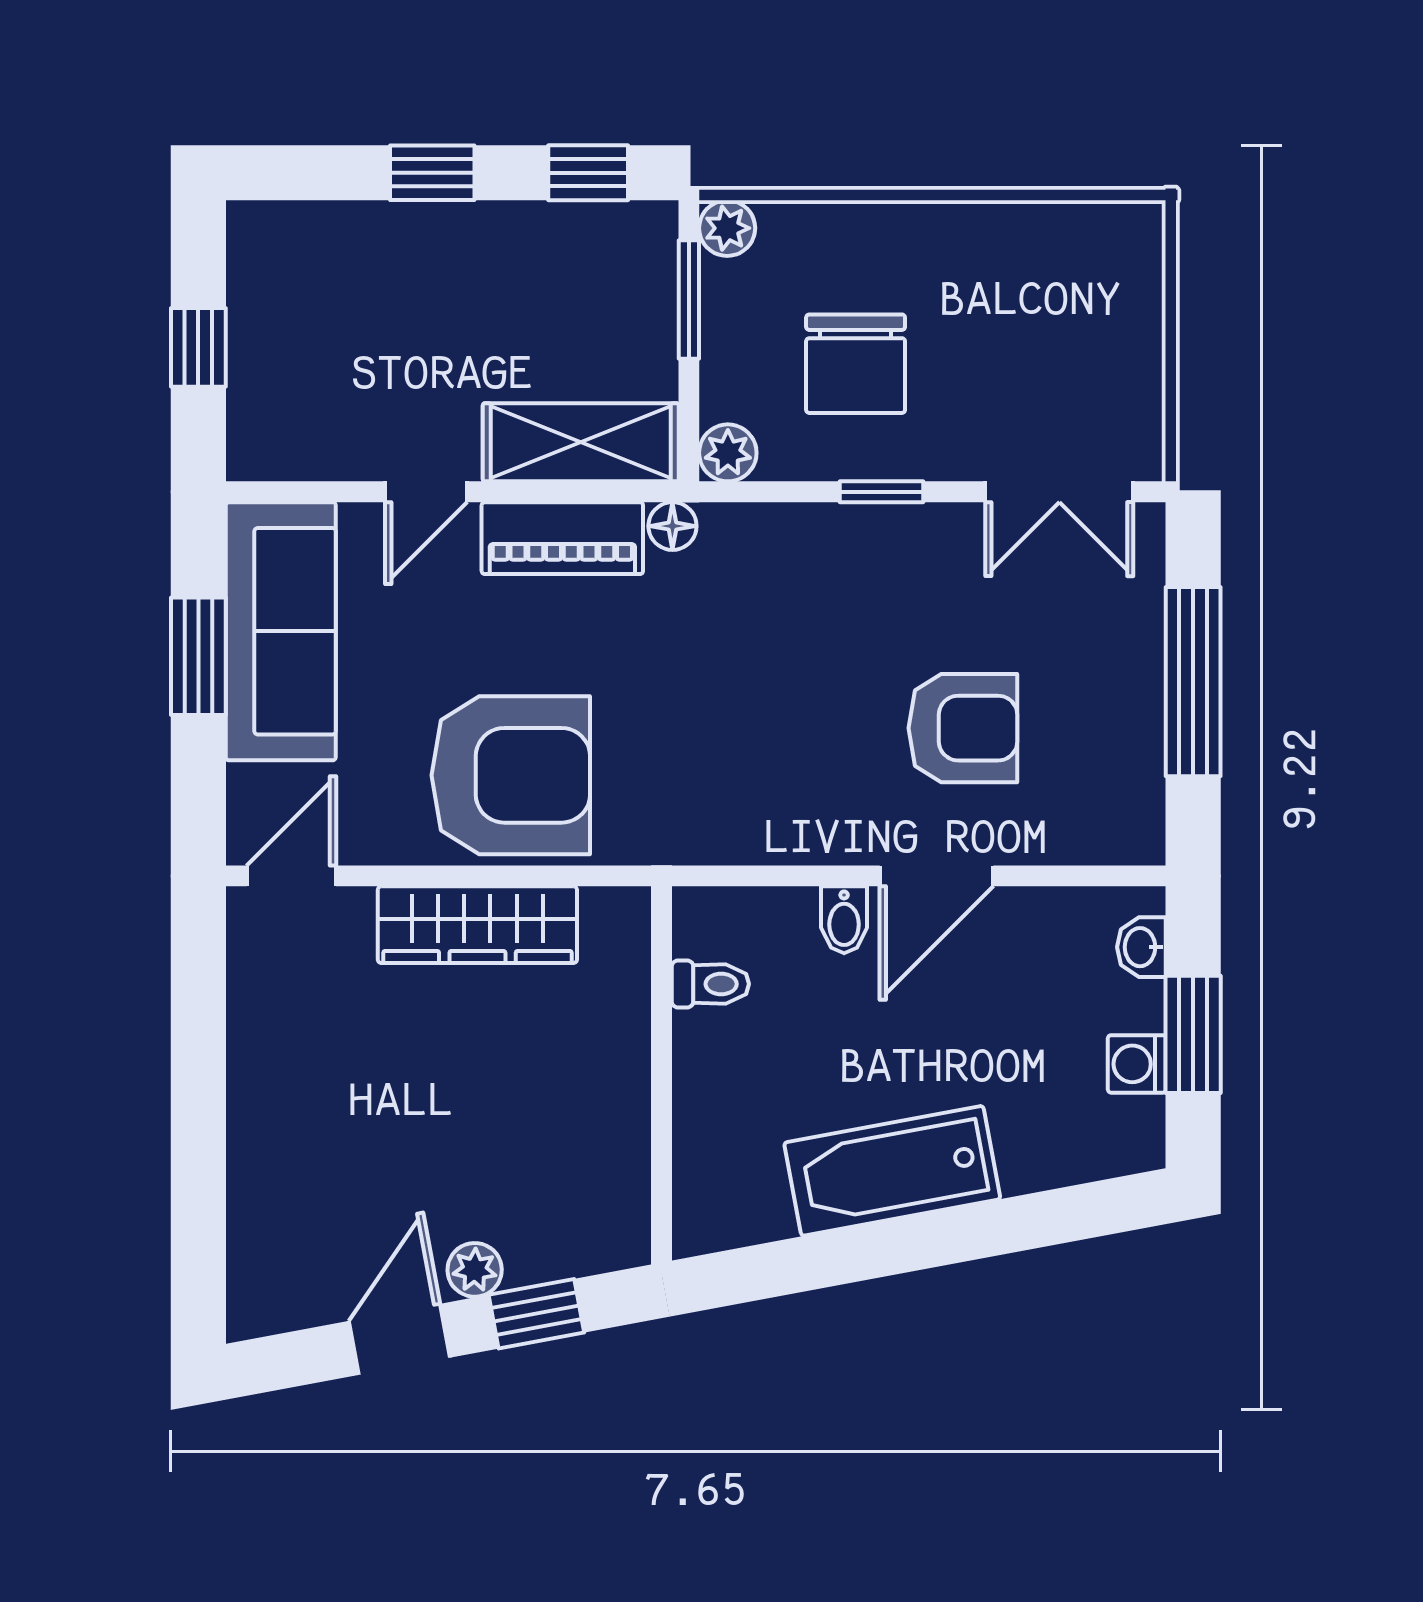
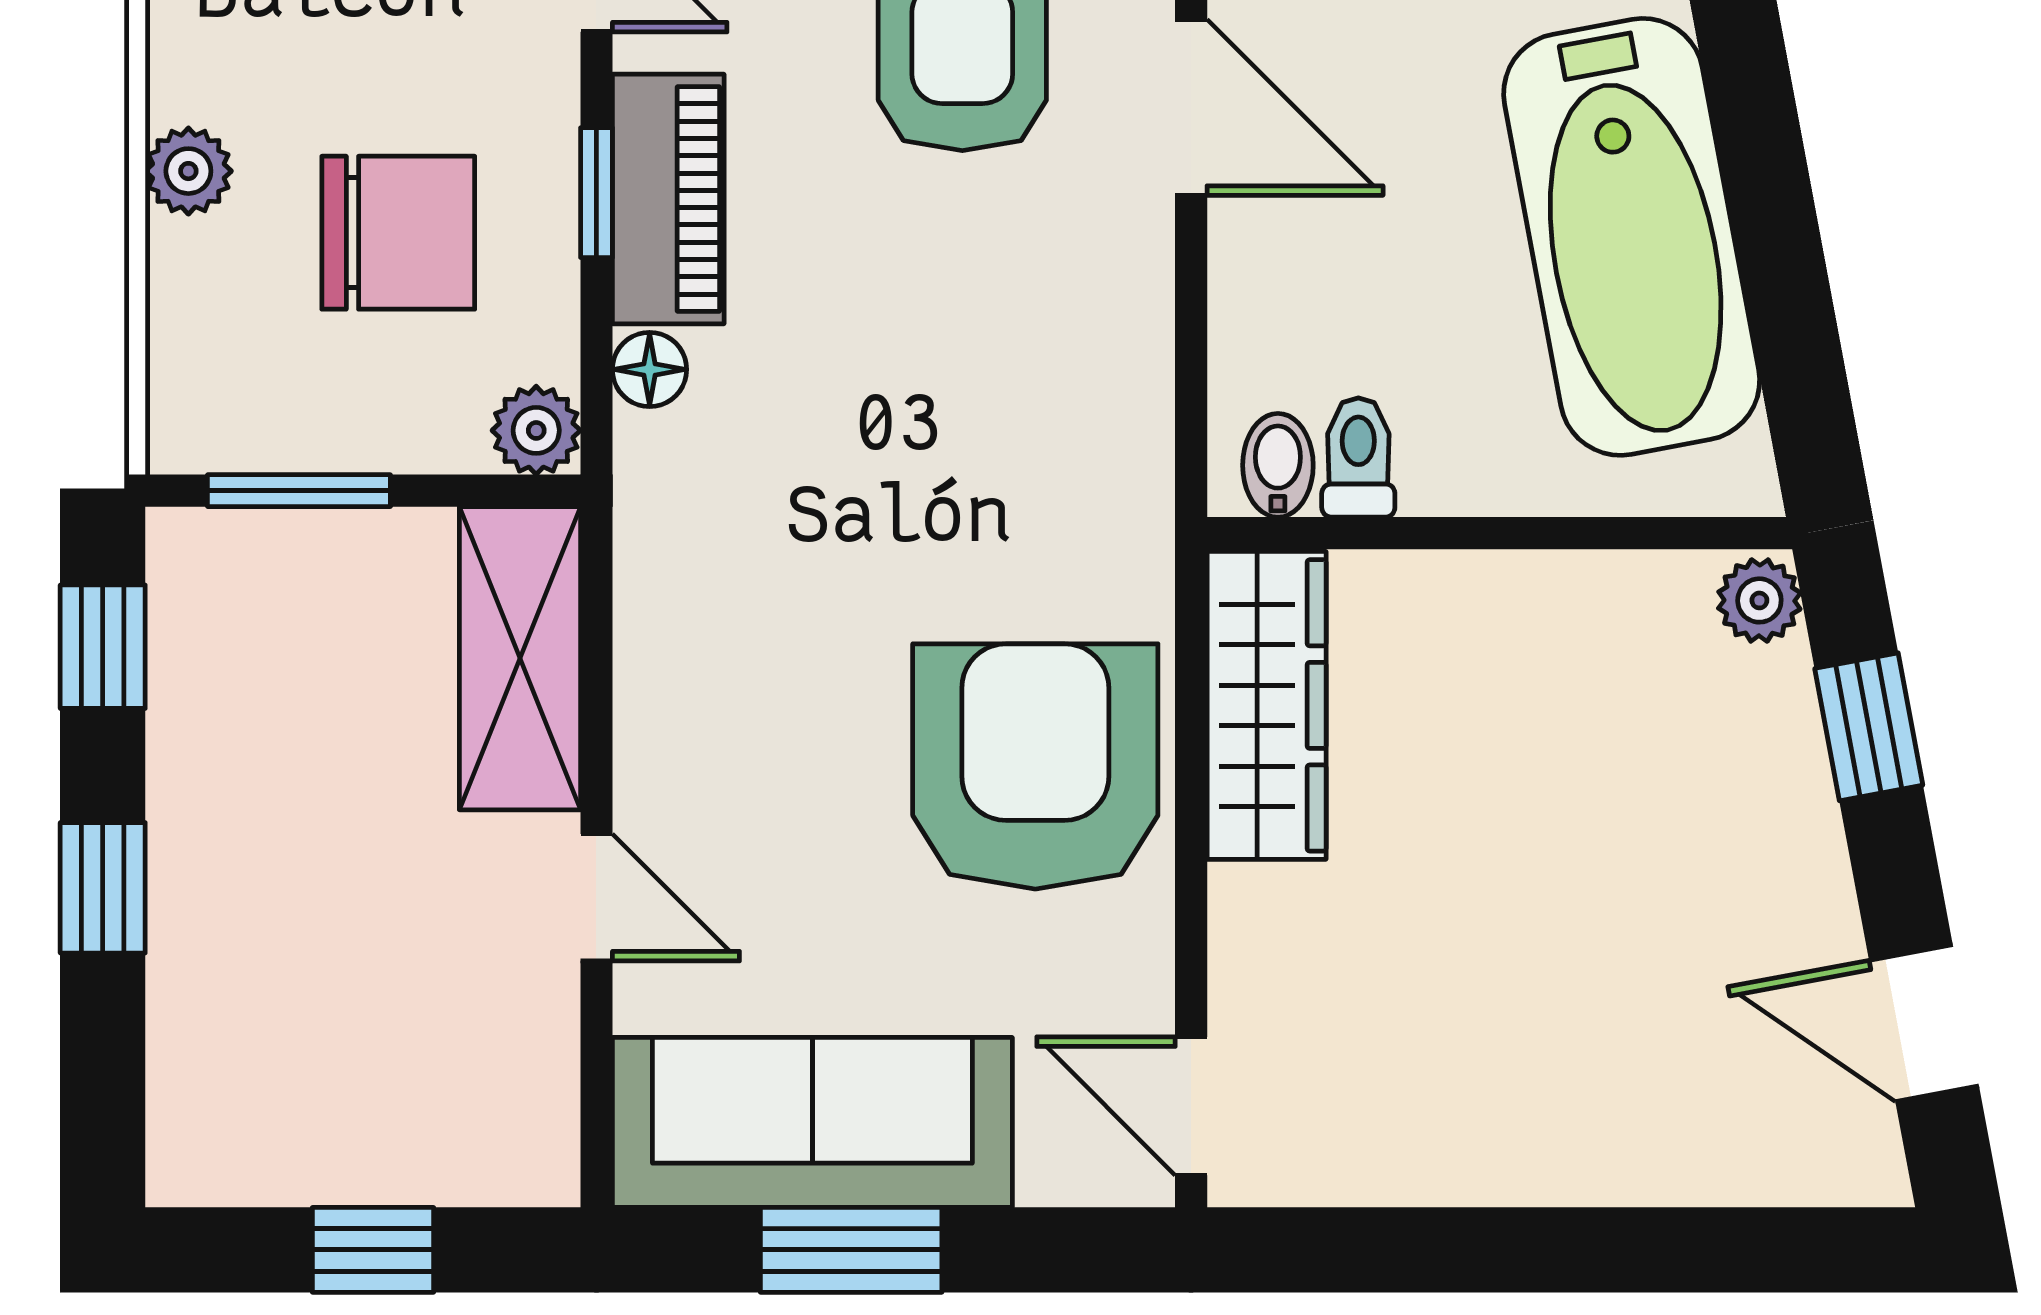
plant: (727, 228) -> (188, 171), moved
floor lamp: (672, 526) -> (650, 369), moved
piano: (562, 538) -> (668, 199), moved
bidet: (844, 920) -> (1278, 465), moved, turned -90
wardrobe: (477, 925) -> (1267, 705), moved
bathtub: (892, 1171) -> (1632, 237), width x1.36, depth x1.36
plant: (475, 1270) -> (1759, 600), moved
door: (400, 1339) -> (1924, 1023), moved

